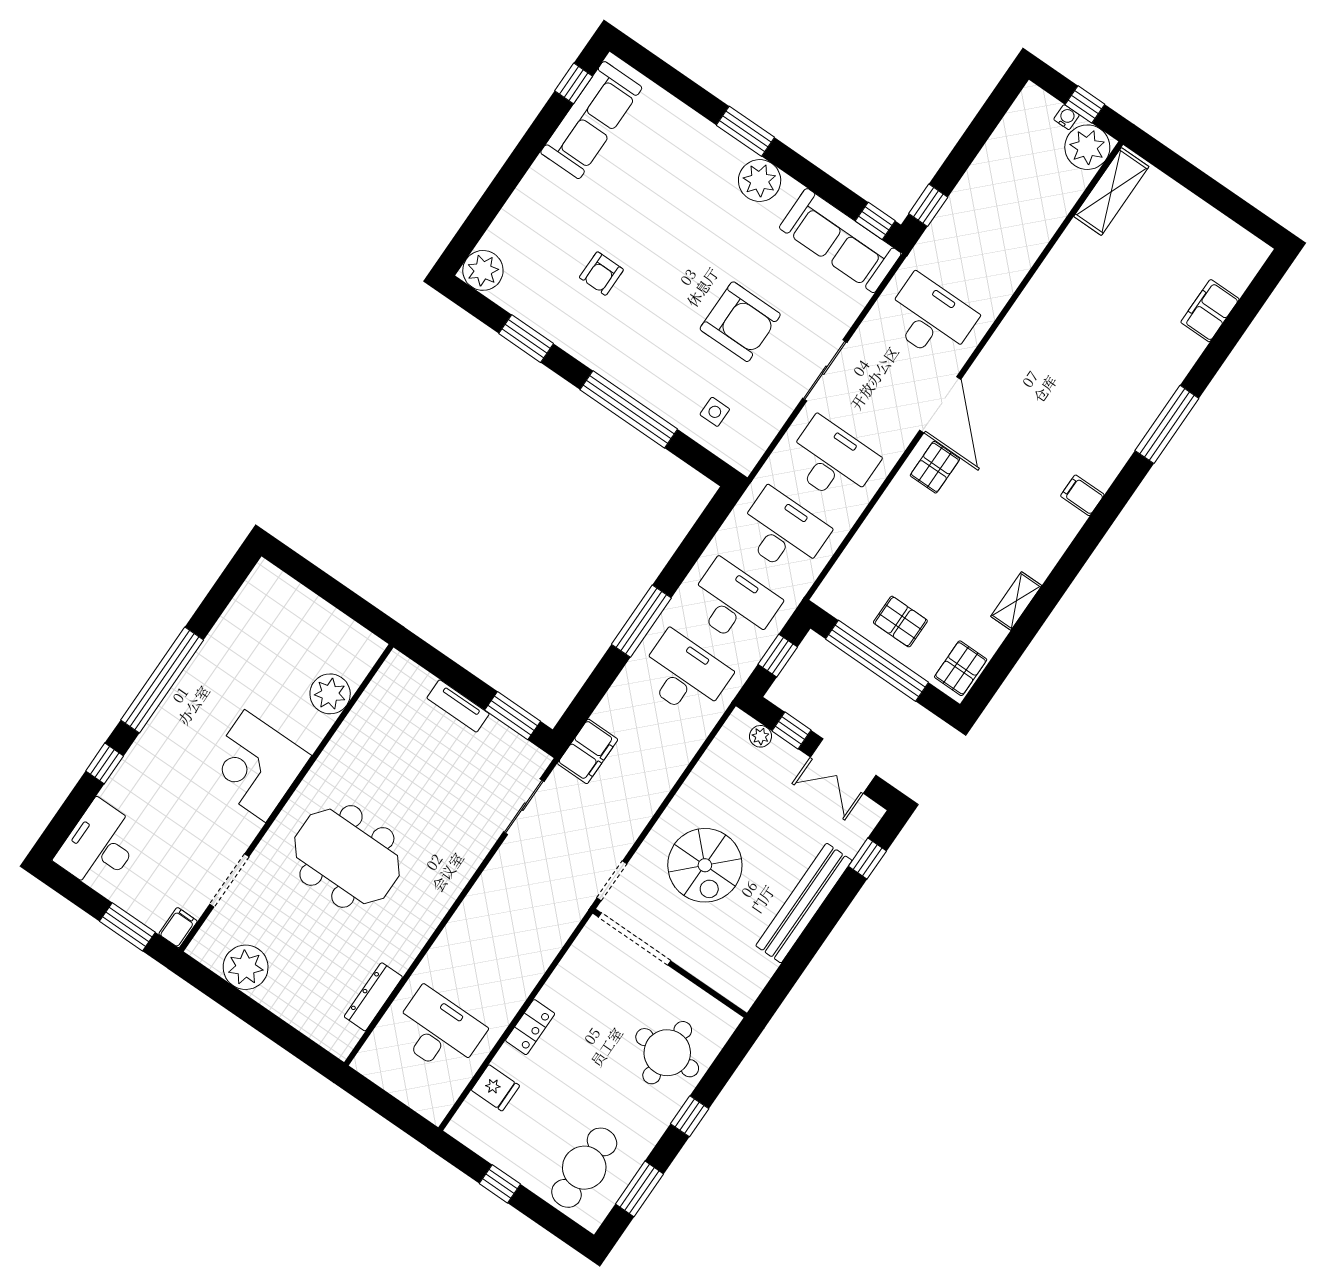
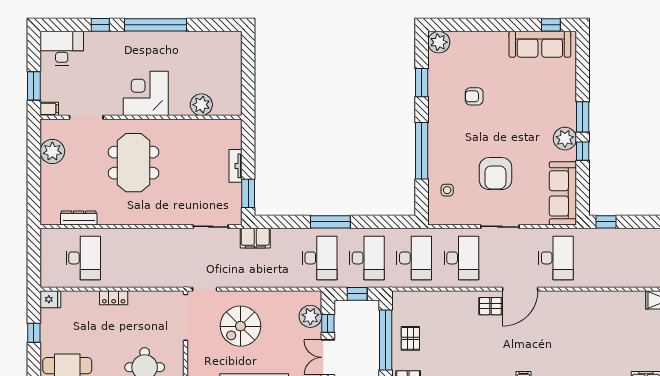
window: (875, 221) -> (583, 151), moved
plant: (761, 736) -> (310, 316), width x1.88, depth x1.88
fridge: (495, 1088) -> (50, 299), moved, turned -90

